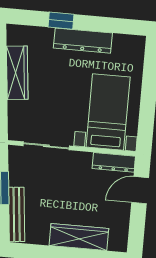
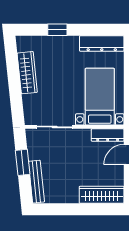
dresser: (83, 41) -> (102, 44), moved
wardrobe: (79, 237) -> (102, 195), moved

